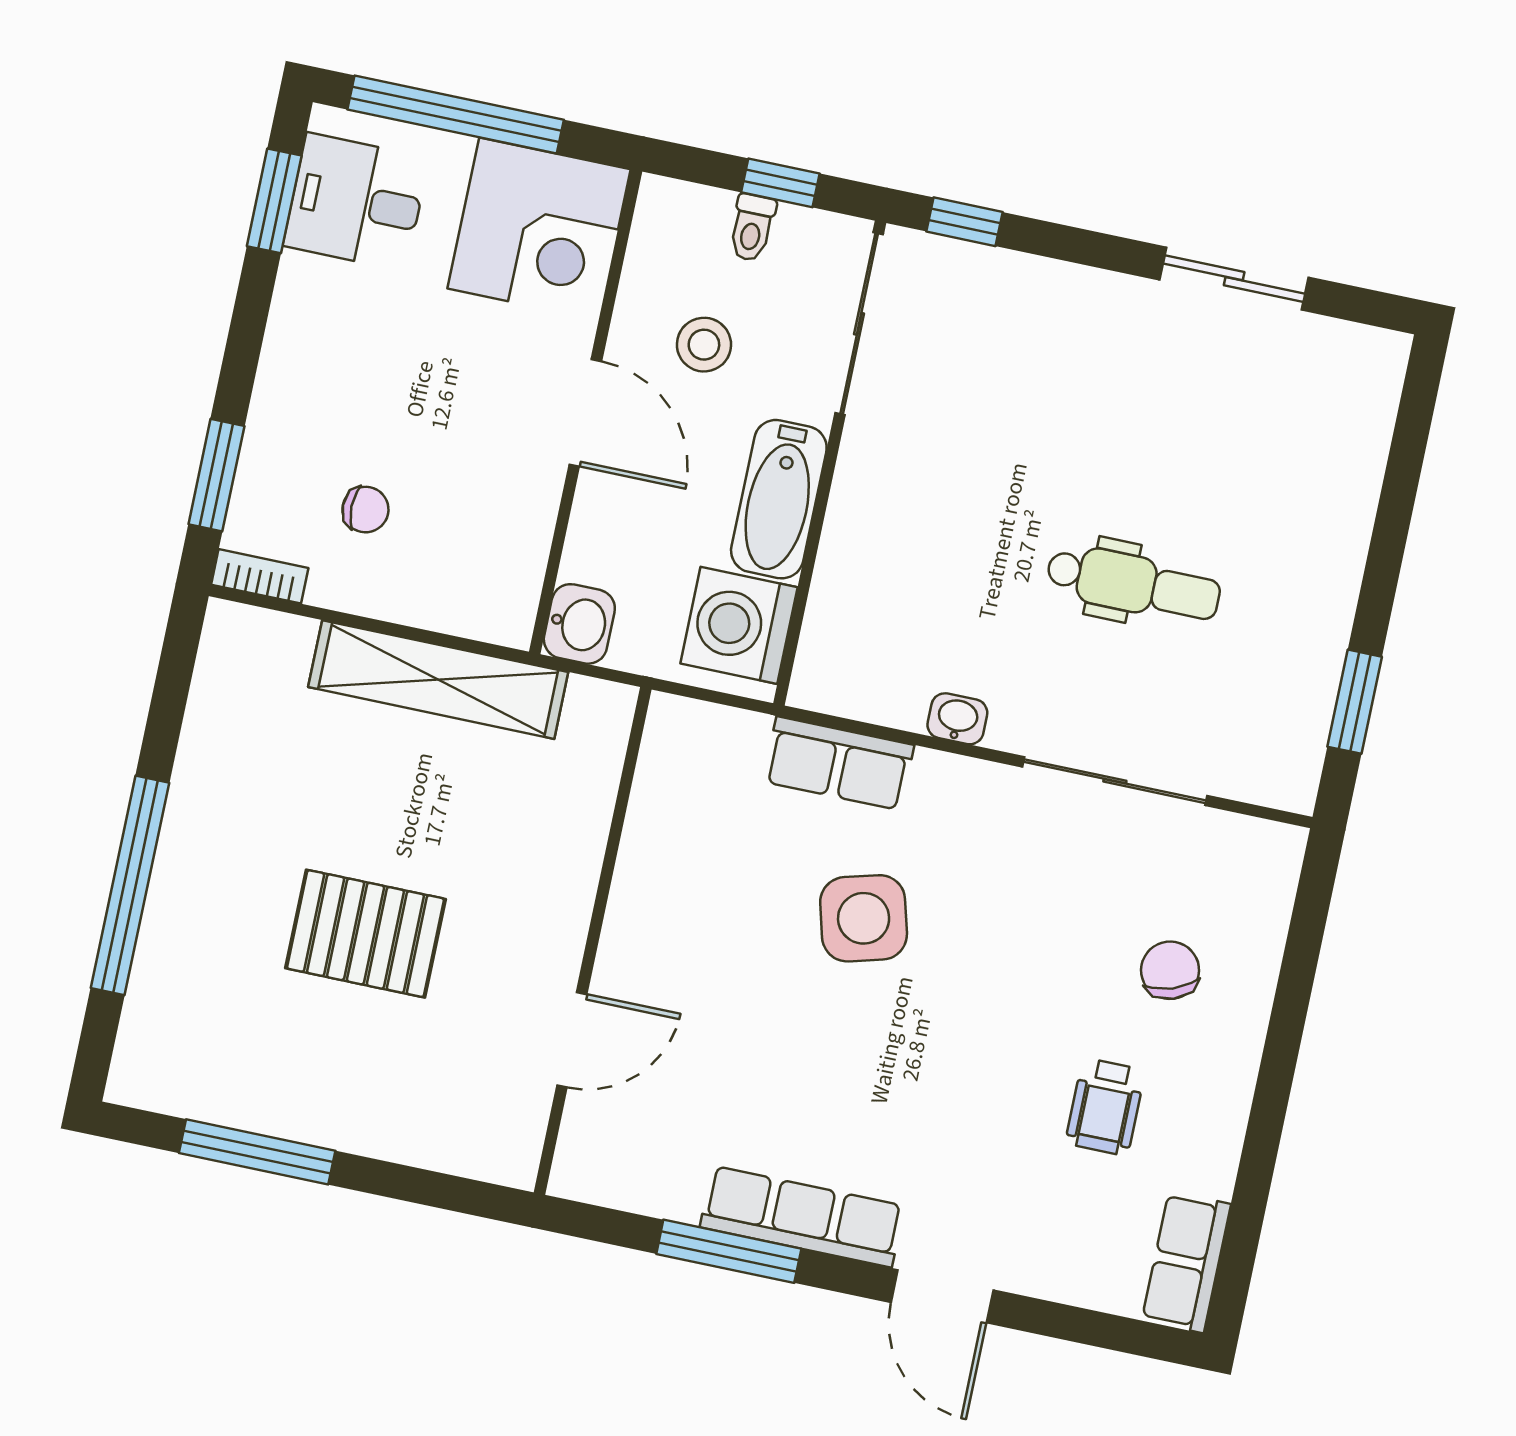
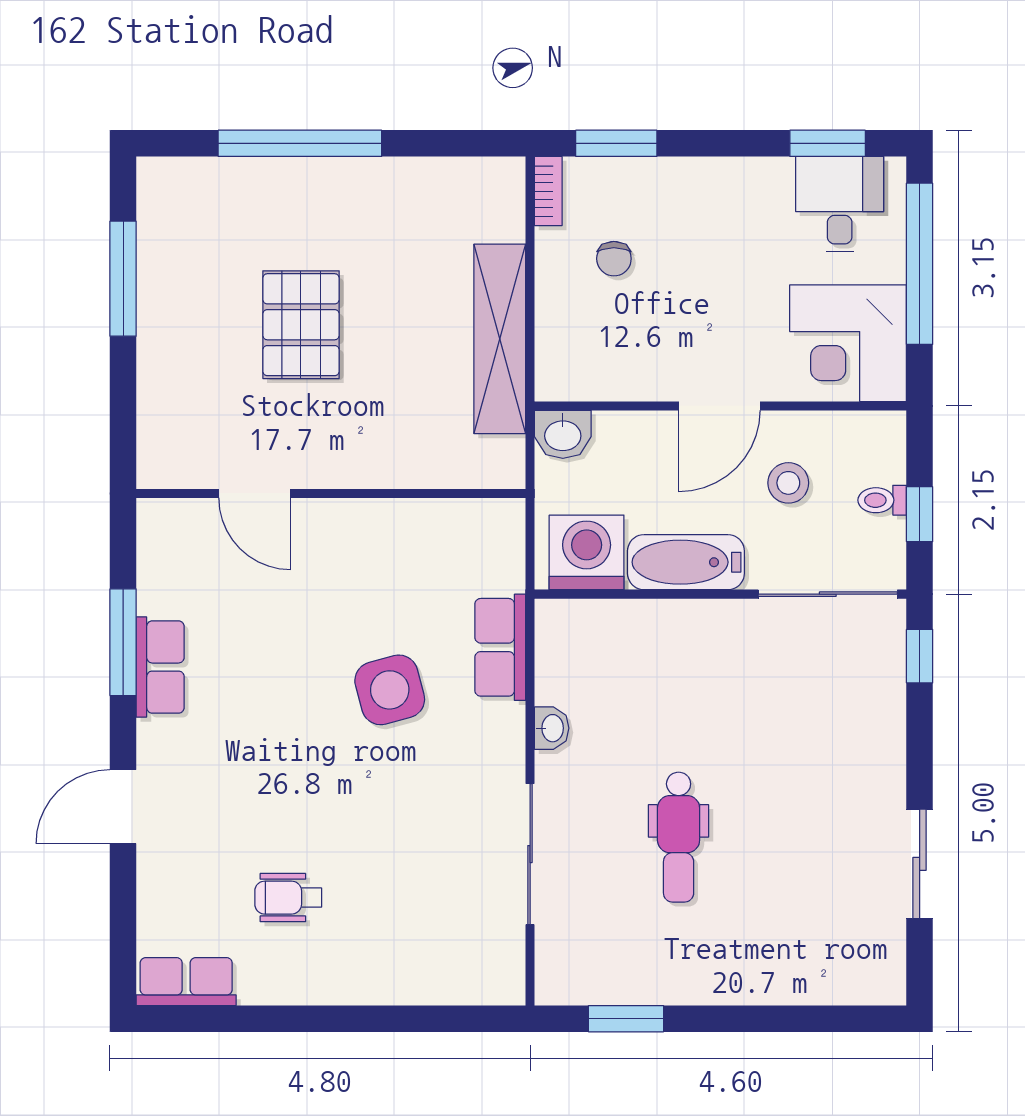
chair: (1170, 970) -> (399, 924), removed
row of seats: (802, 1217) -> (160, 667), width x0.68

